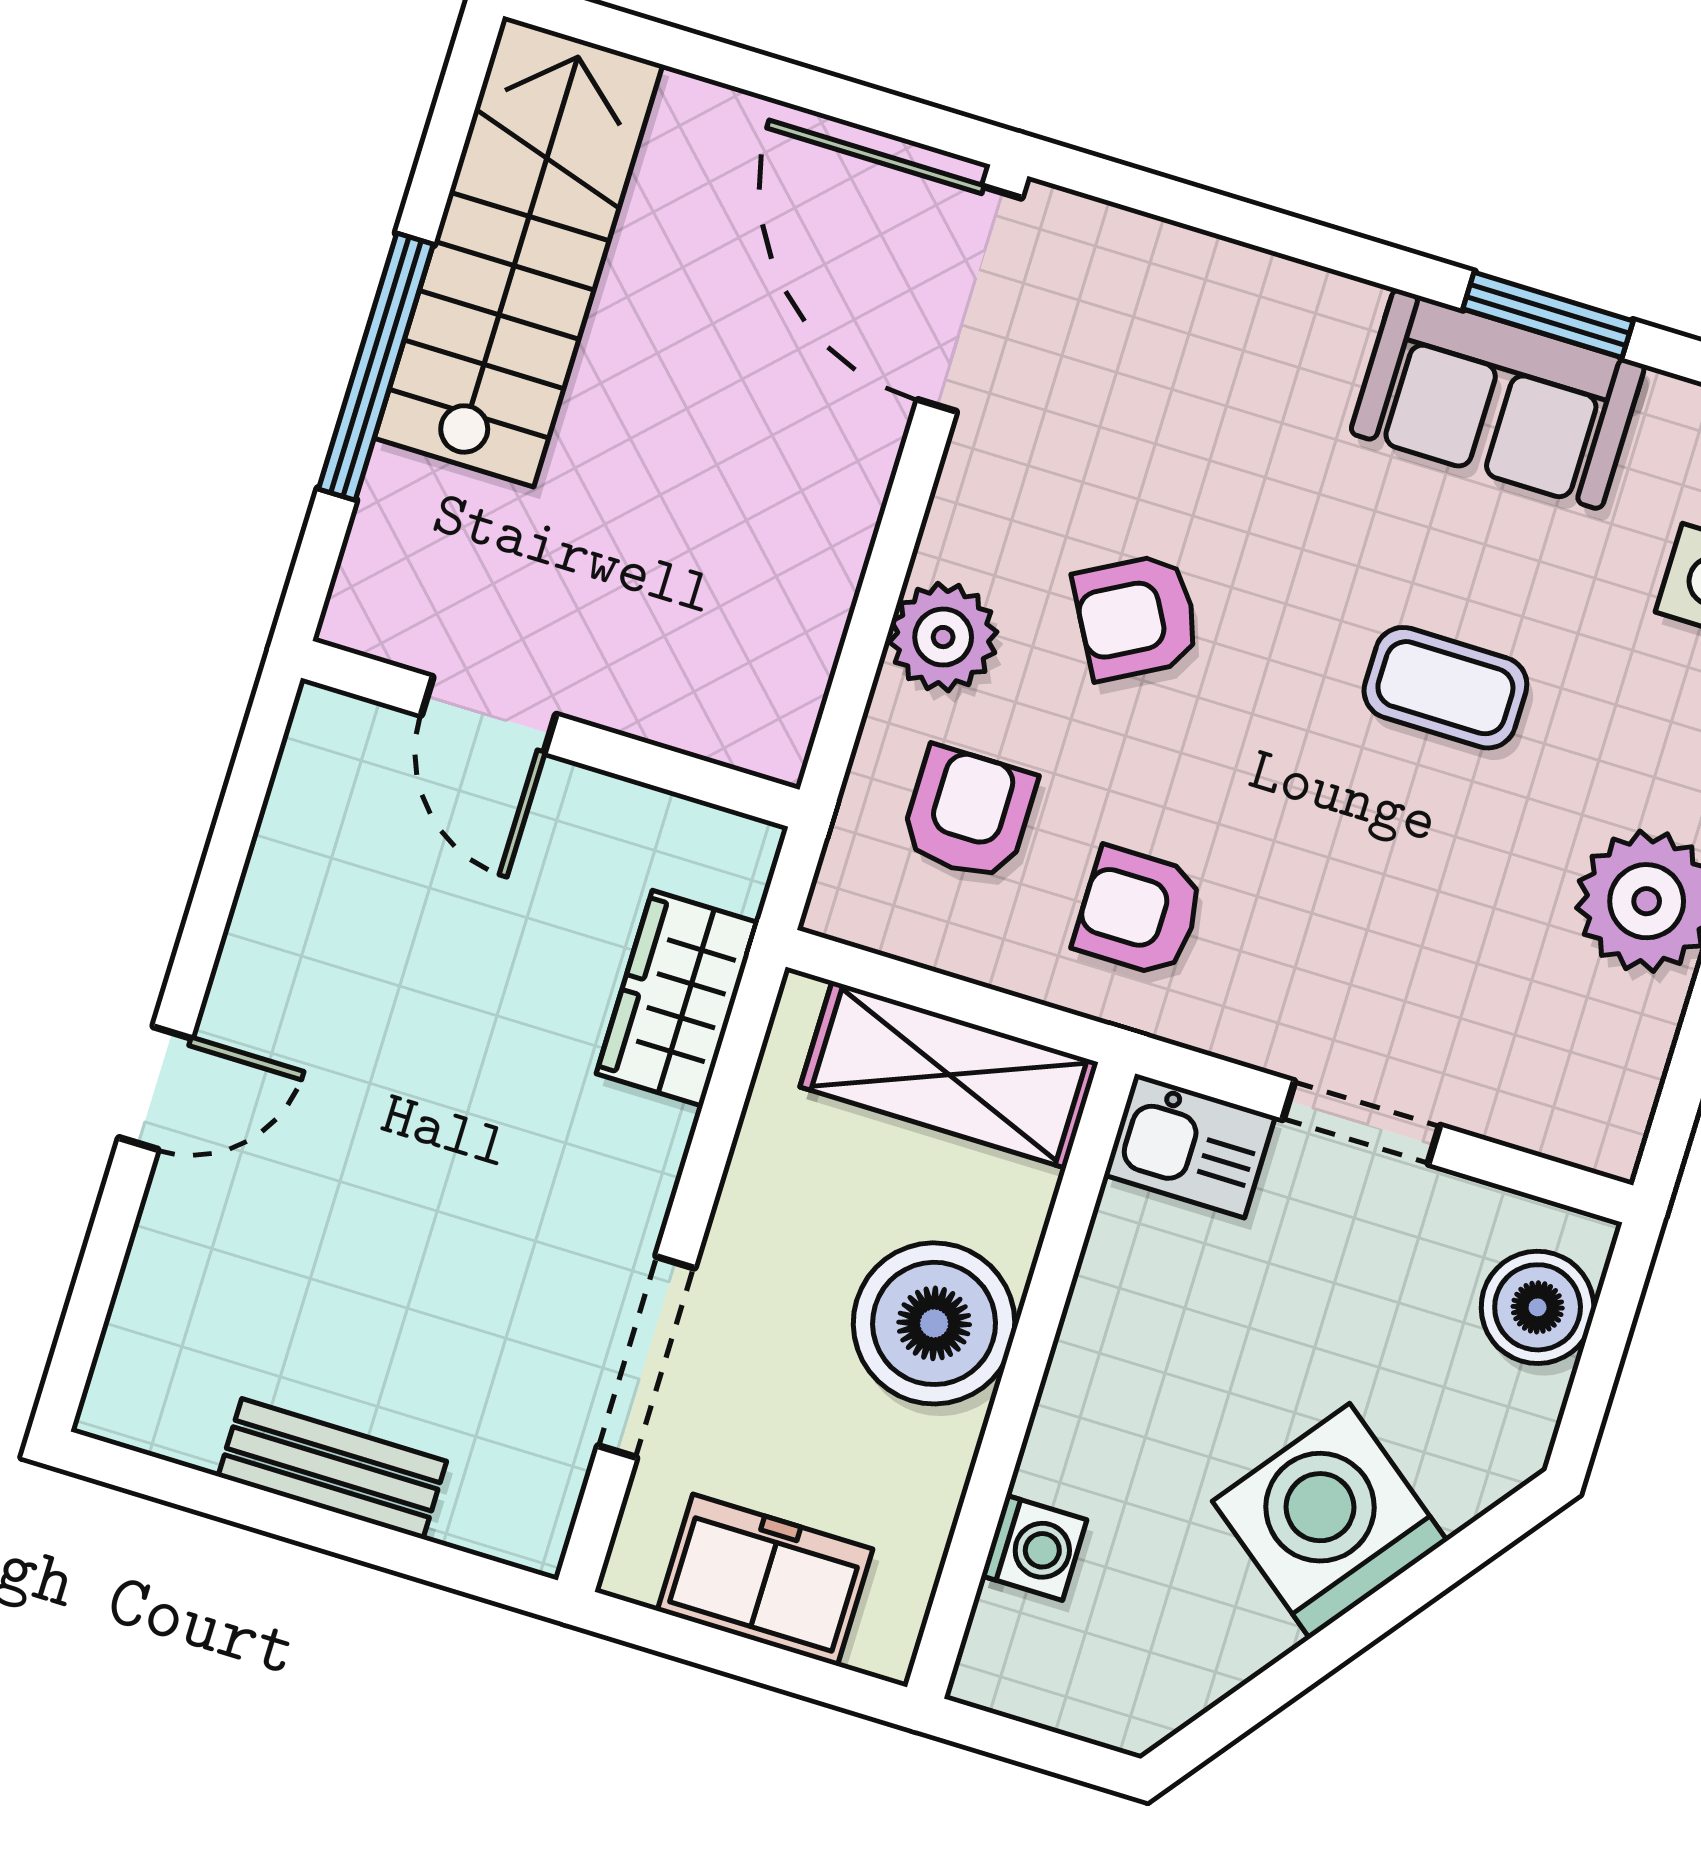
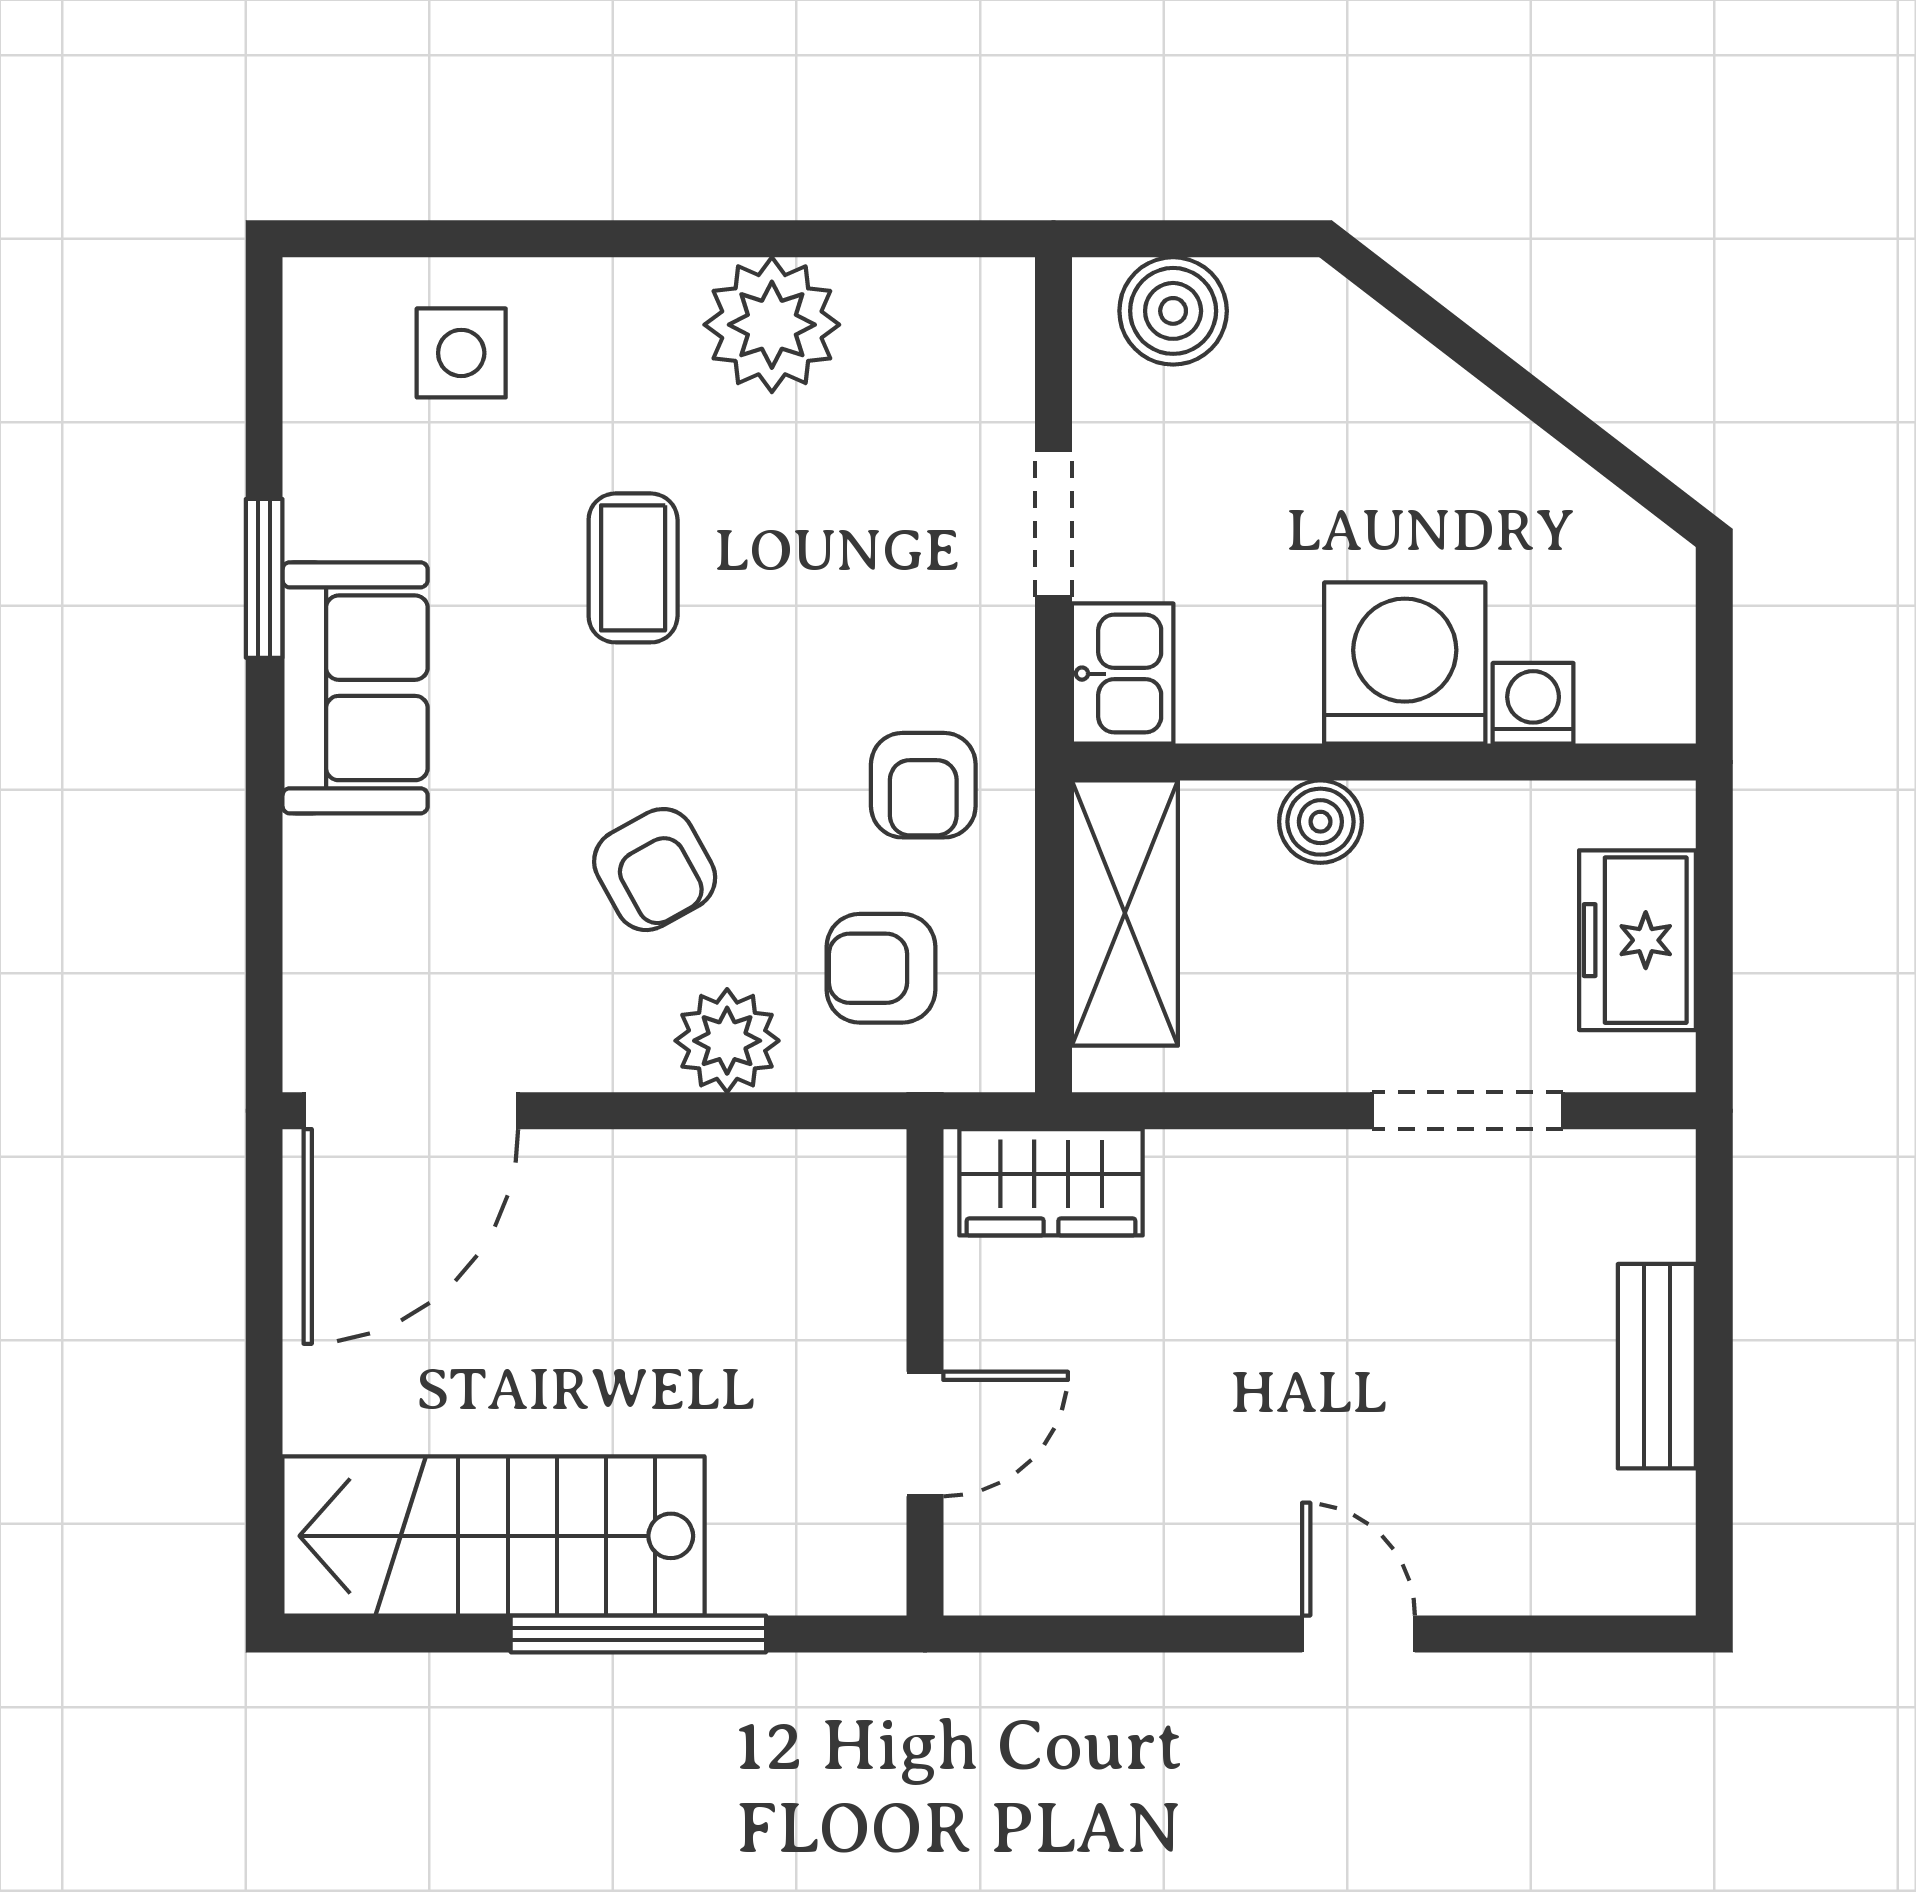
sofa: (1498, 399) -> (355, 688), moved
wardrobe: (678, 998) -> (1051, 1182), moved
boiler: (934, 1323) -> (1320, 822), width x0.54, depth x0.54
washing machine: (1330, 1521) -> (1405, 663), moved, turned 142

